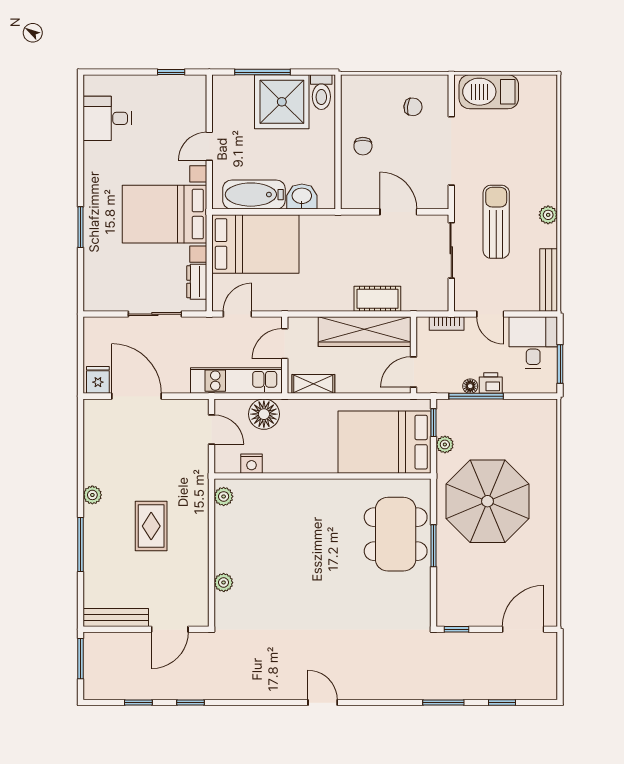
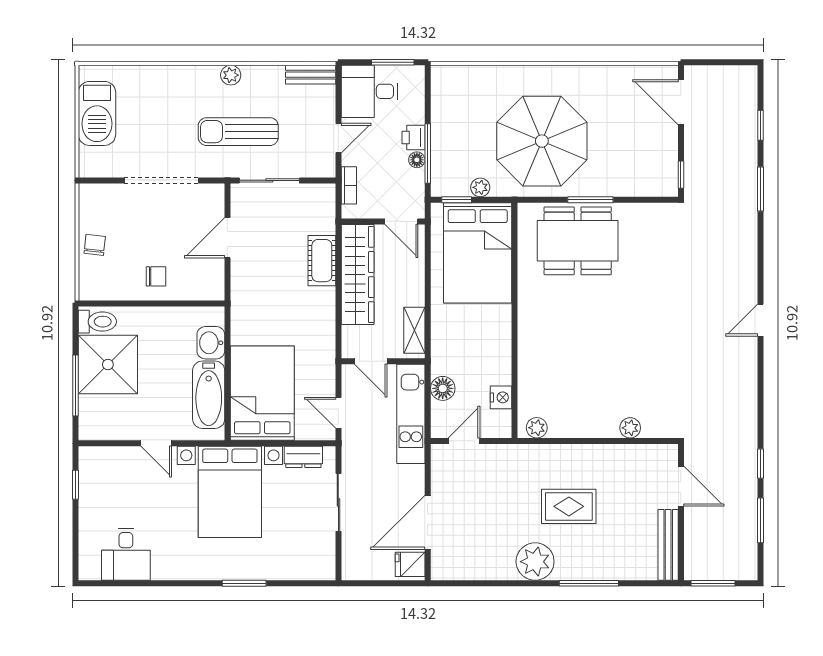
barbecue: (489, 92) -> (97, 113), moved
chair: (413, 107) -> (95, 245), moved
bench: (549, 280) -> (311, 75), width x0.73
floor lamp: (264, 414) -> (443, 388), width x0.73, depth x0.73
plant: (92, 495) -> (535, 562), width x1.88, depth x1.88
window: (138, 703) -> (761, 520), width x1.50

